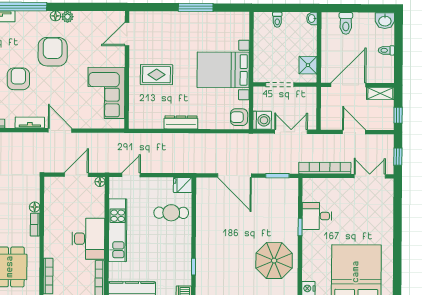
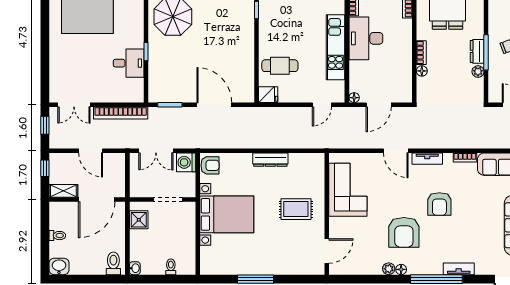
toilet: (346, 23) -> (113, 263), moved

